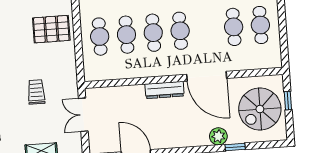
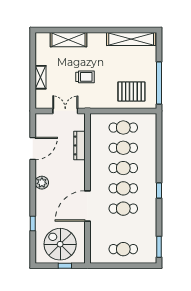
cafe table: (234, 27) -> (123, 209), moved
pallet: (51, 29) -> (131, 91), turned 90
dresser: (165, 90) -> (80, 145), moved
plant: (218, 136) -> (42, 183), moved

